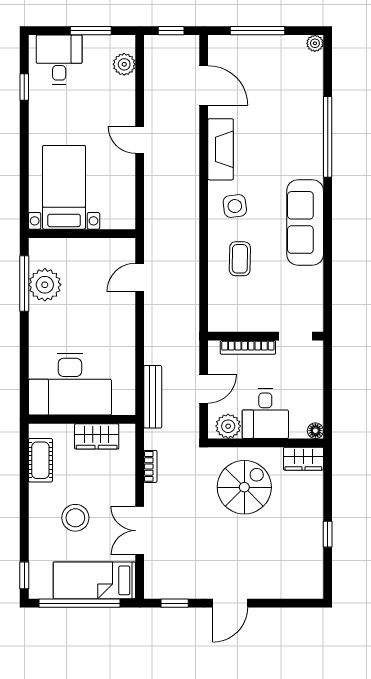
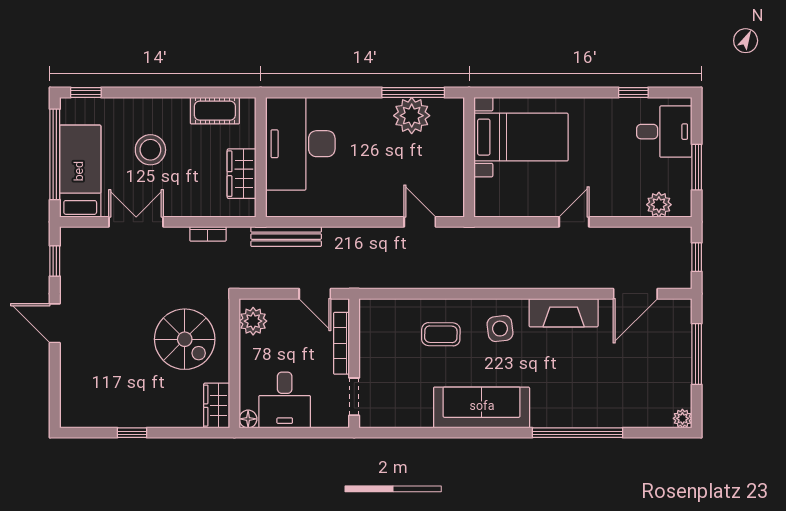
door: (204, 389) -> (315, 294), moved
desk: (265, 414) -> (285, 400), moved, turned -90

